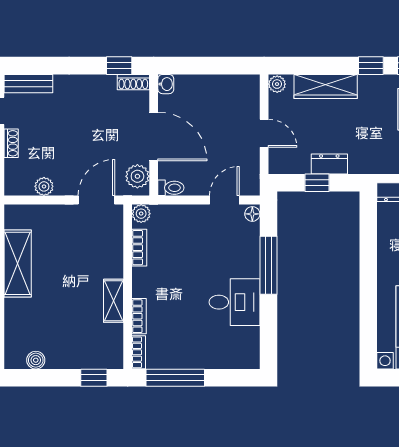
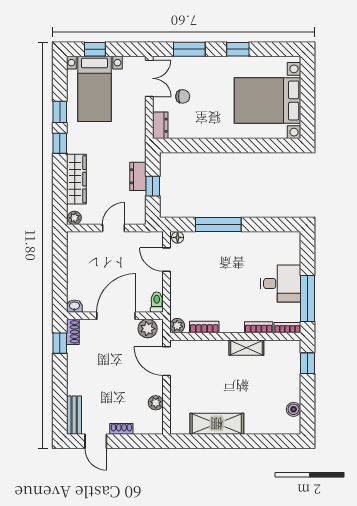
desk: (234, 302) -> (281, 284), moved, turned 90

